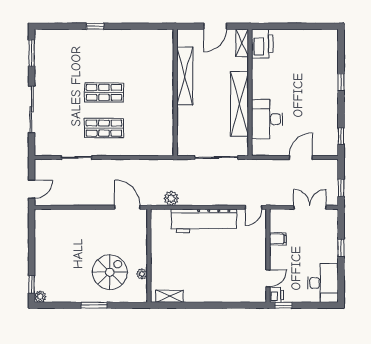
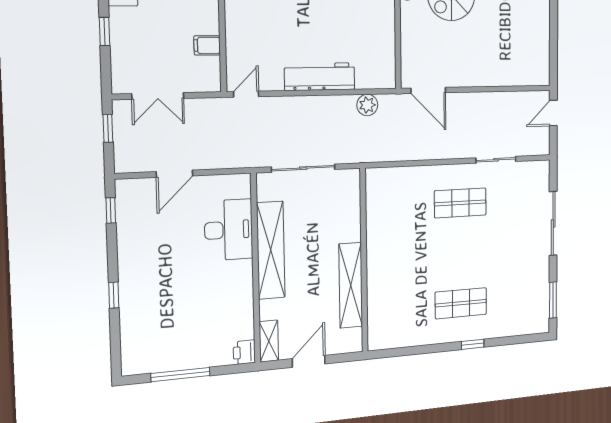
window: (301, 26) -> (181, 375), added
printer: (262, 44) -> (244, 352), width x0.53, depth x0.68
shop shelf: (104, 92) -> (461, 303), moved
workbench: (204, 221) -> (320, 77), width x0.73, depth x0.76

